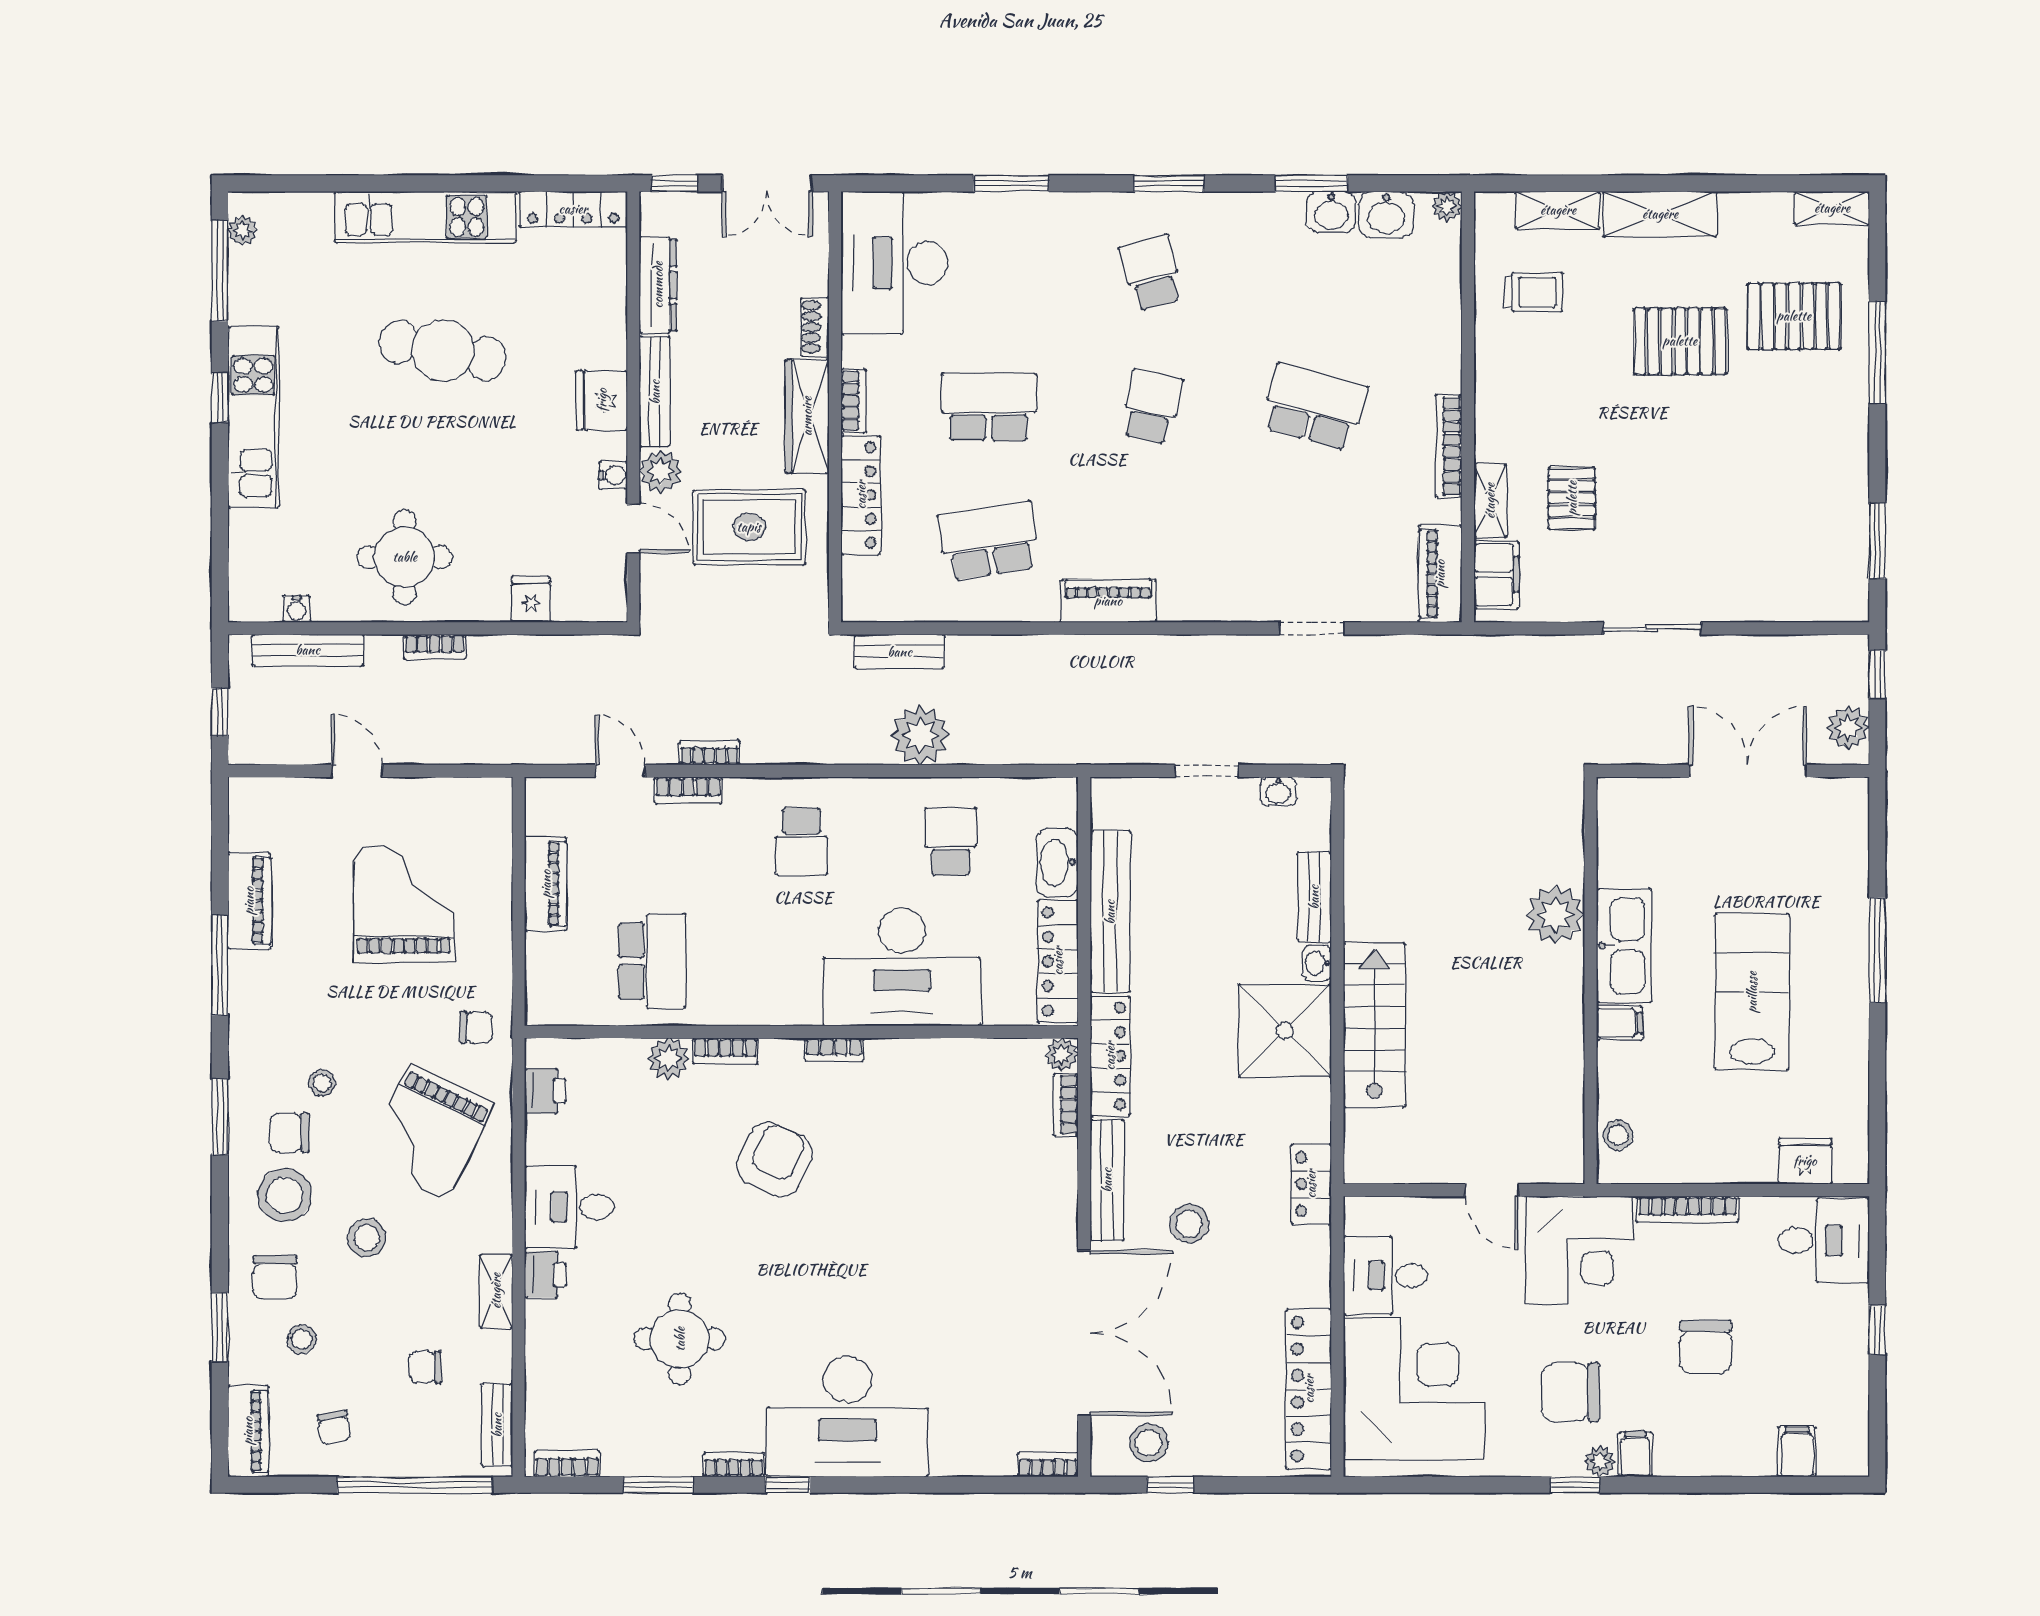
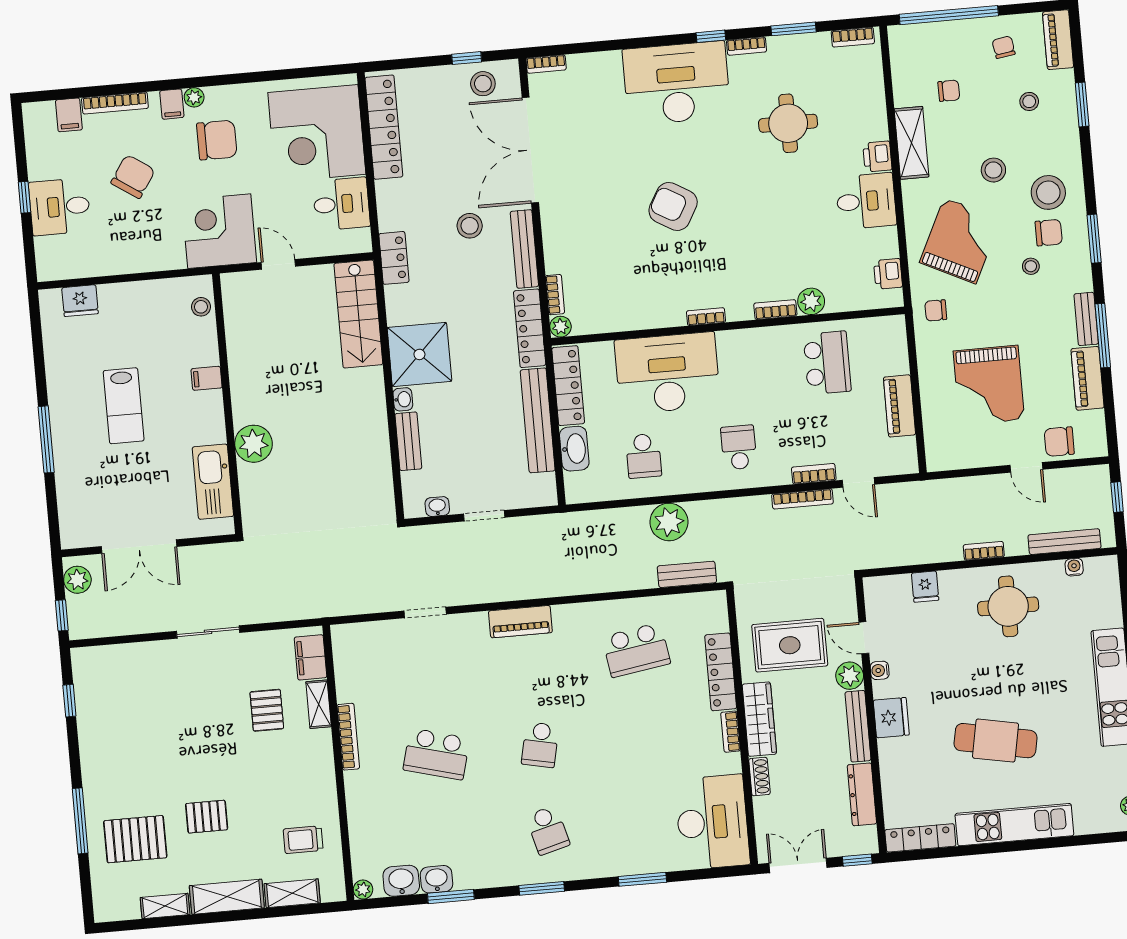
shelving: (1832, 208) -> (165, 906), moved
pallet: (1680, 341) -> (207, 817), width x0.67, depth x0.71
school desk: (989, 407) -> (644, 735), removed
window: (1877, 541) -> (69, 701), width x0.67
piano: (1440, 574) -> (346, 655), removed
piano: (1108, 601) -> (520, 622), moved
bookcase: (709, 753) -> (802, 499), width x1.56
kitchen sink: (1624, 946) -> (213, 482), moved
school desk: (652, 961) -> (827, 363), turned 180
lab bench: (1752, 992) -> (124, 406), width x0.73, depth x0.72
stairs: (1374, 1025) -> (358, 314), moved
armchair: (775, 1159) -> (673, 206), moved, turned 95
bookcase: (1688, 1209) -> (115, 103), moved, turned 180
desk: (1824, 1240) -> (60, 207), moved
chair: (275, 1277) -> (1059, 442), moved, turned -90
shelving: (496, 1291) -> (912, 143), width x1.50, depth x1.33
chair: (1706, 1347) -> (133, 177), turned 34
bench: (497, 1425) -> (1086, 319), moved
window: (1575, 1485) -> (209, 81), removed

